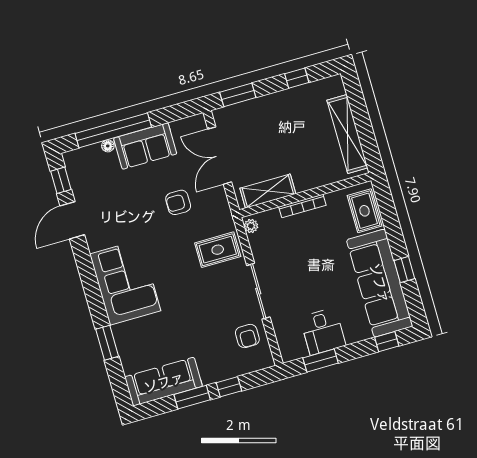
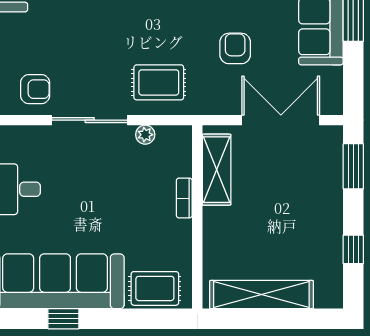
bookcase: (302, 206) -> (184, 198), width x0.64
plant: (251, 226) -> (145, 135), moved
rug: (218, 250) -> (159, 82), turned 90
armchair: (247, 336) -> (35, 89), turned 180

